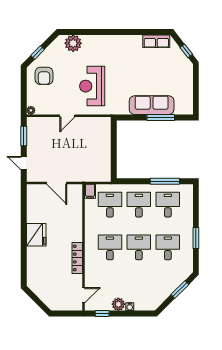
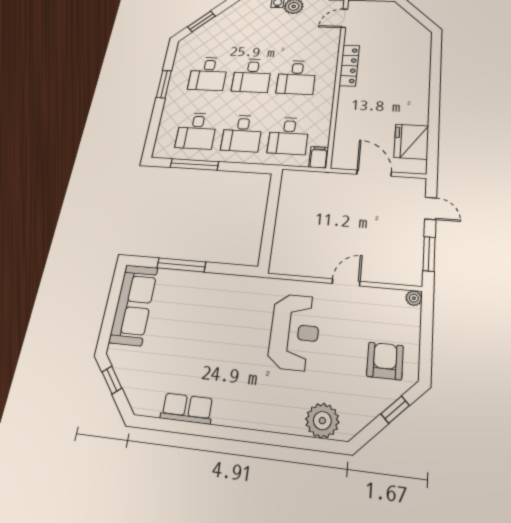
row of seats: (156, 41) -> (187, 408), moved
sofa: (152, 105) -> (134, 305), moved, turned -90
fridge: (36, 235) -> (411, 142), moved

